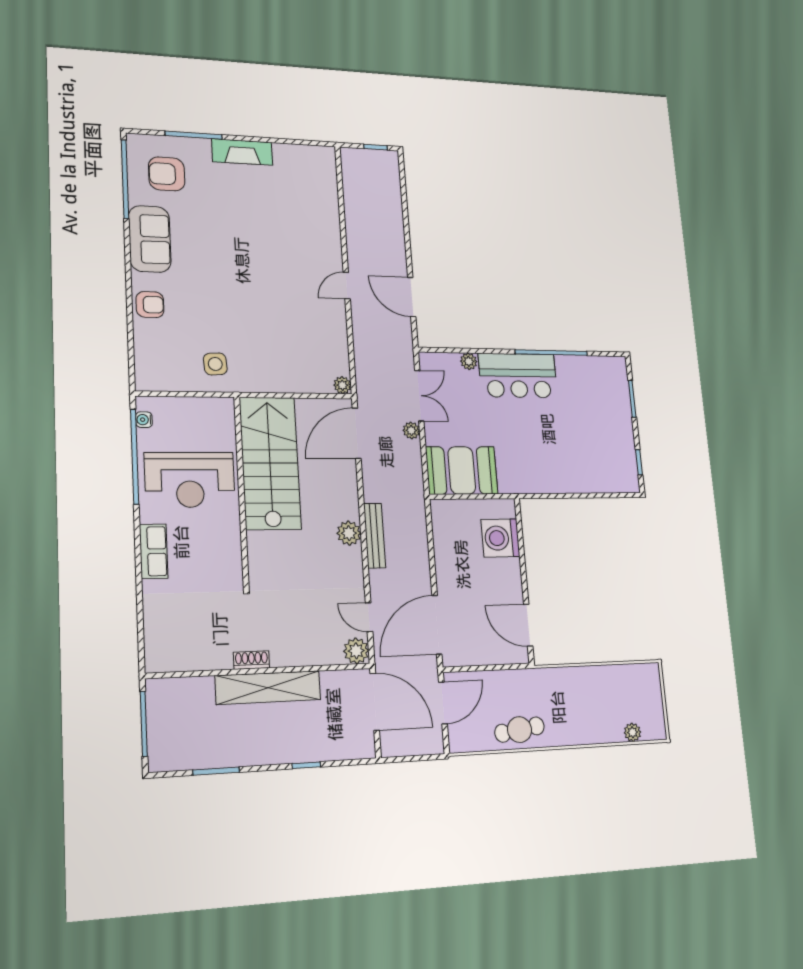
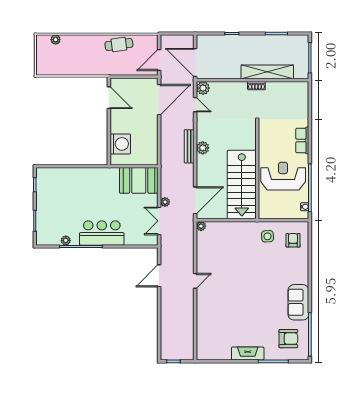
door: (412, 297) -> (159, 276), swing flipped
armchair: (150, 305) -> (293, 240), moved, turned 90
plant: (469, 361) -> (66, 240), moved
shelving: (268, 688) -> (267, 72), moved

